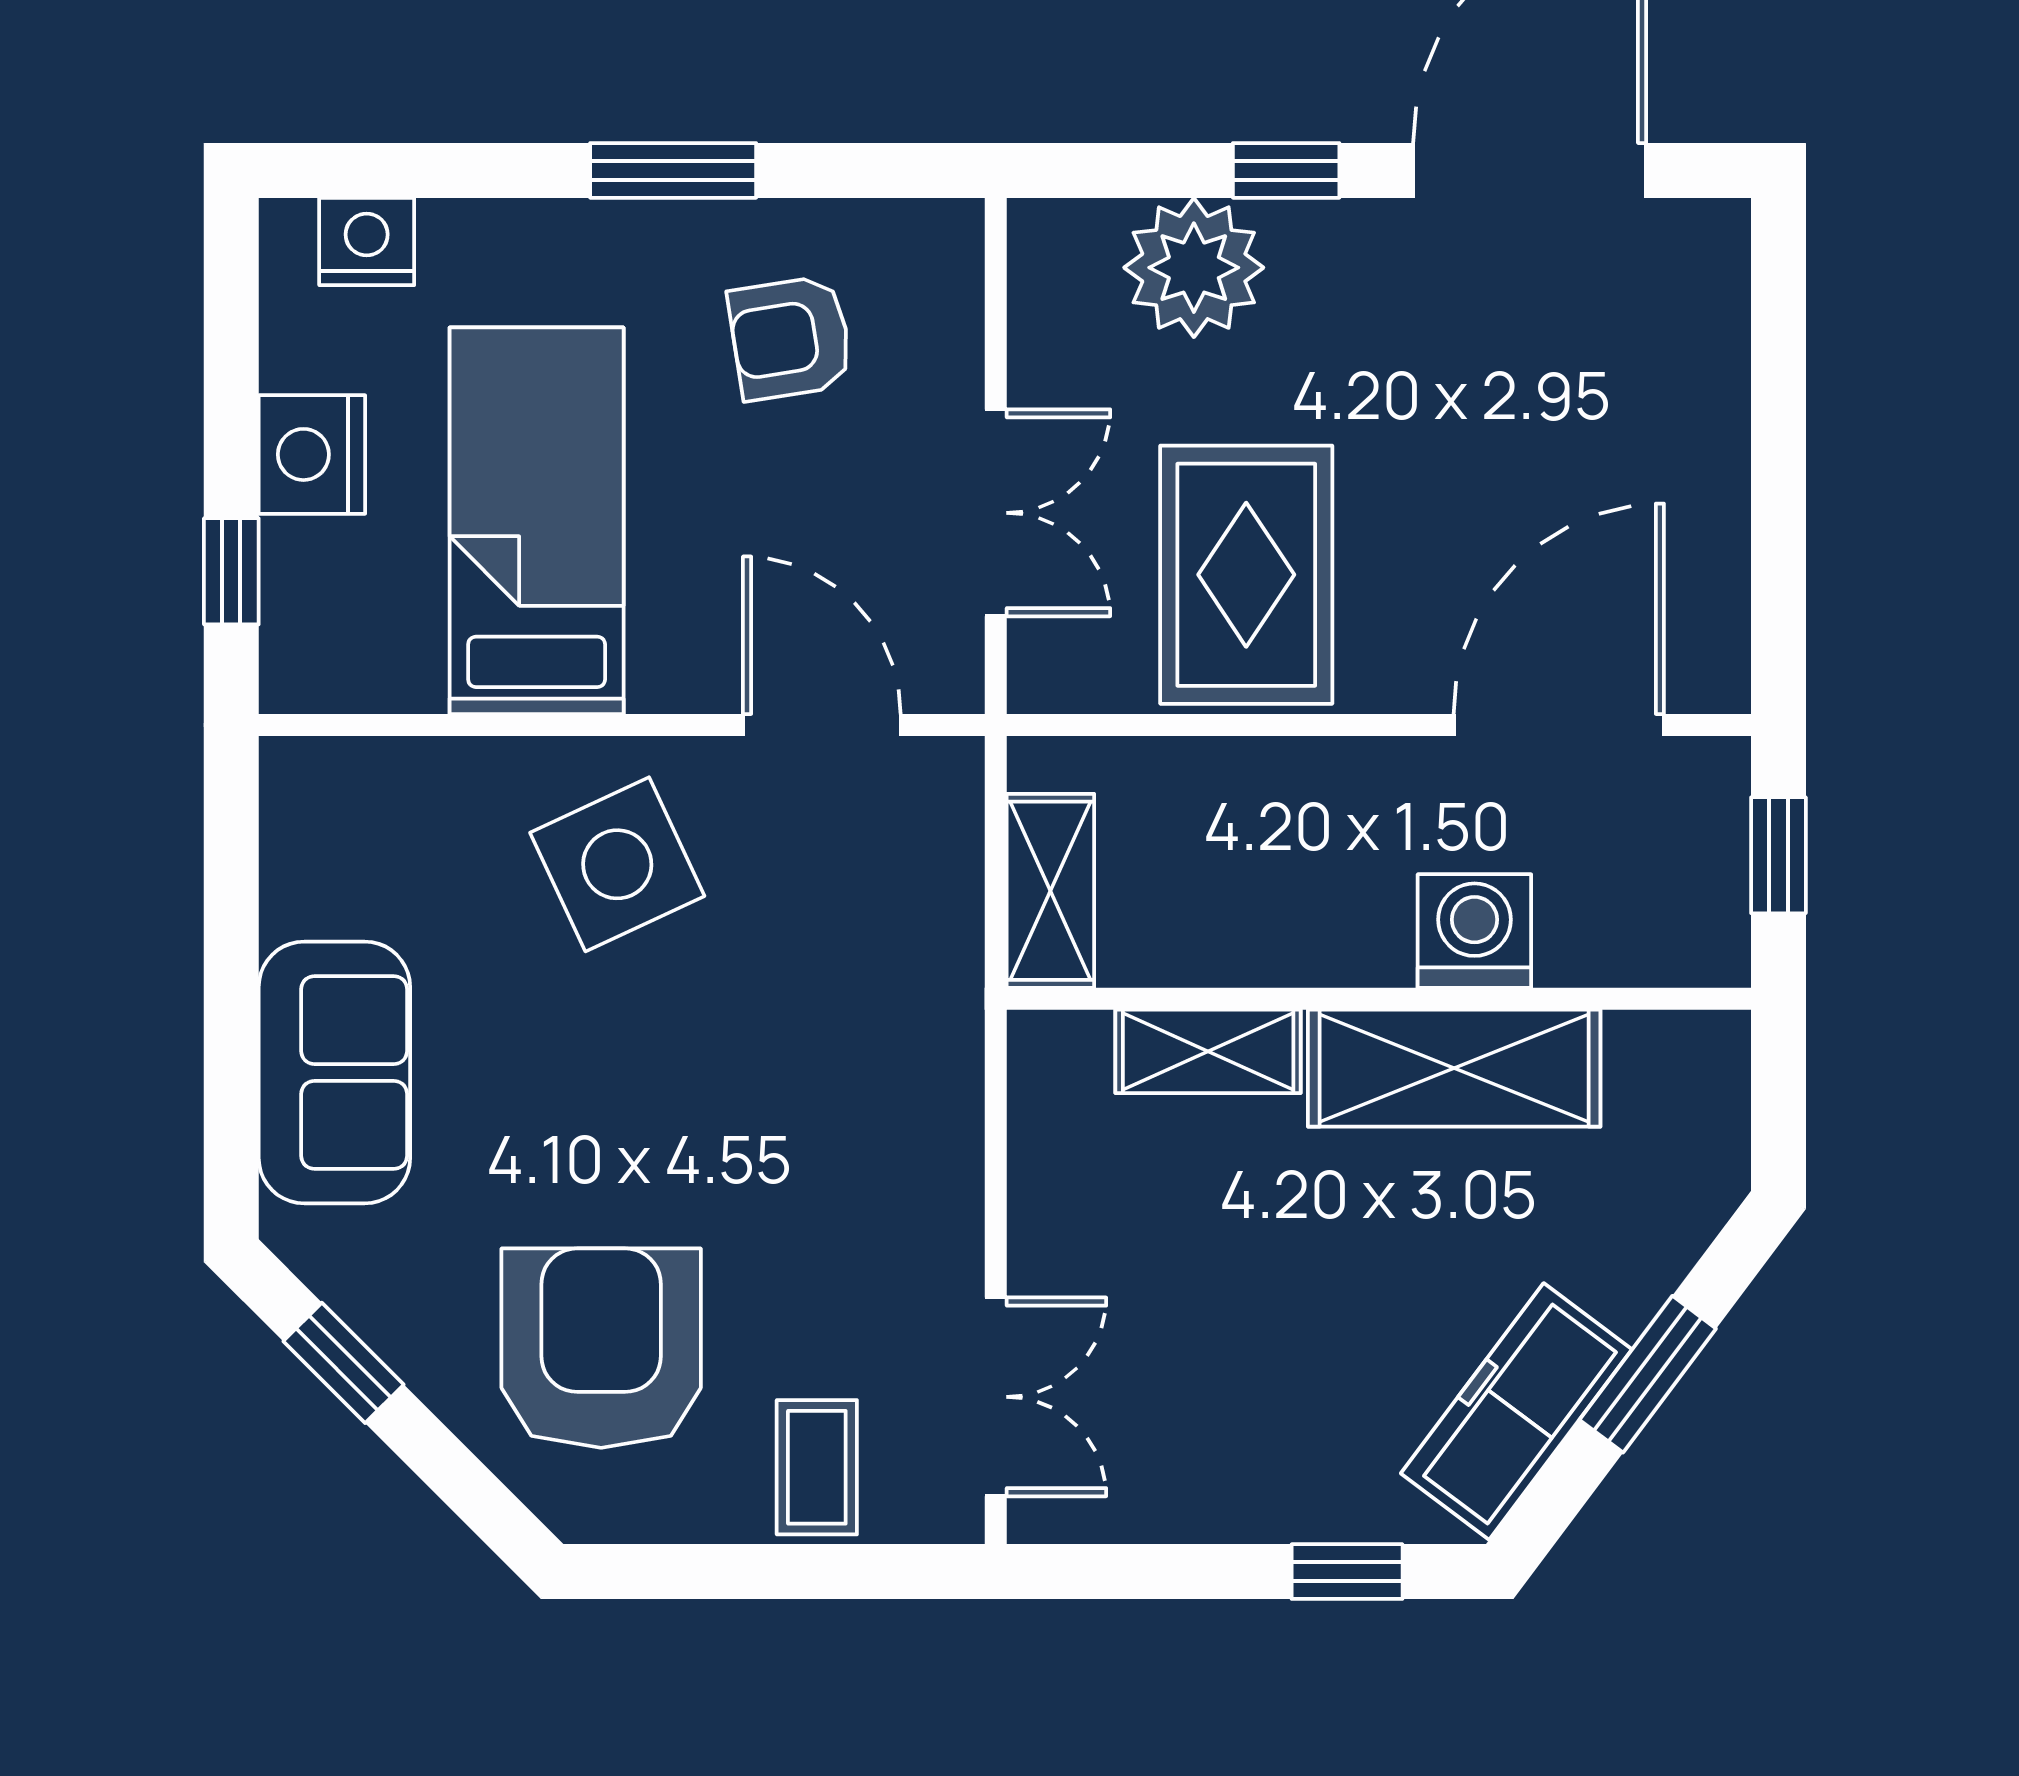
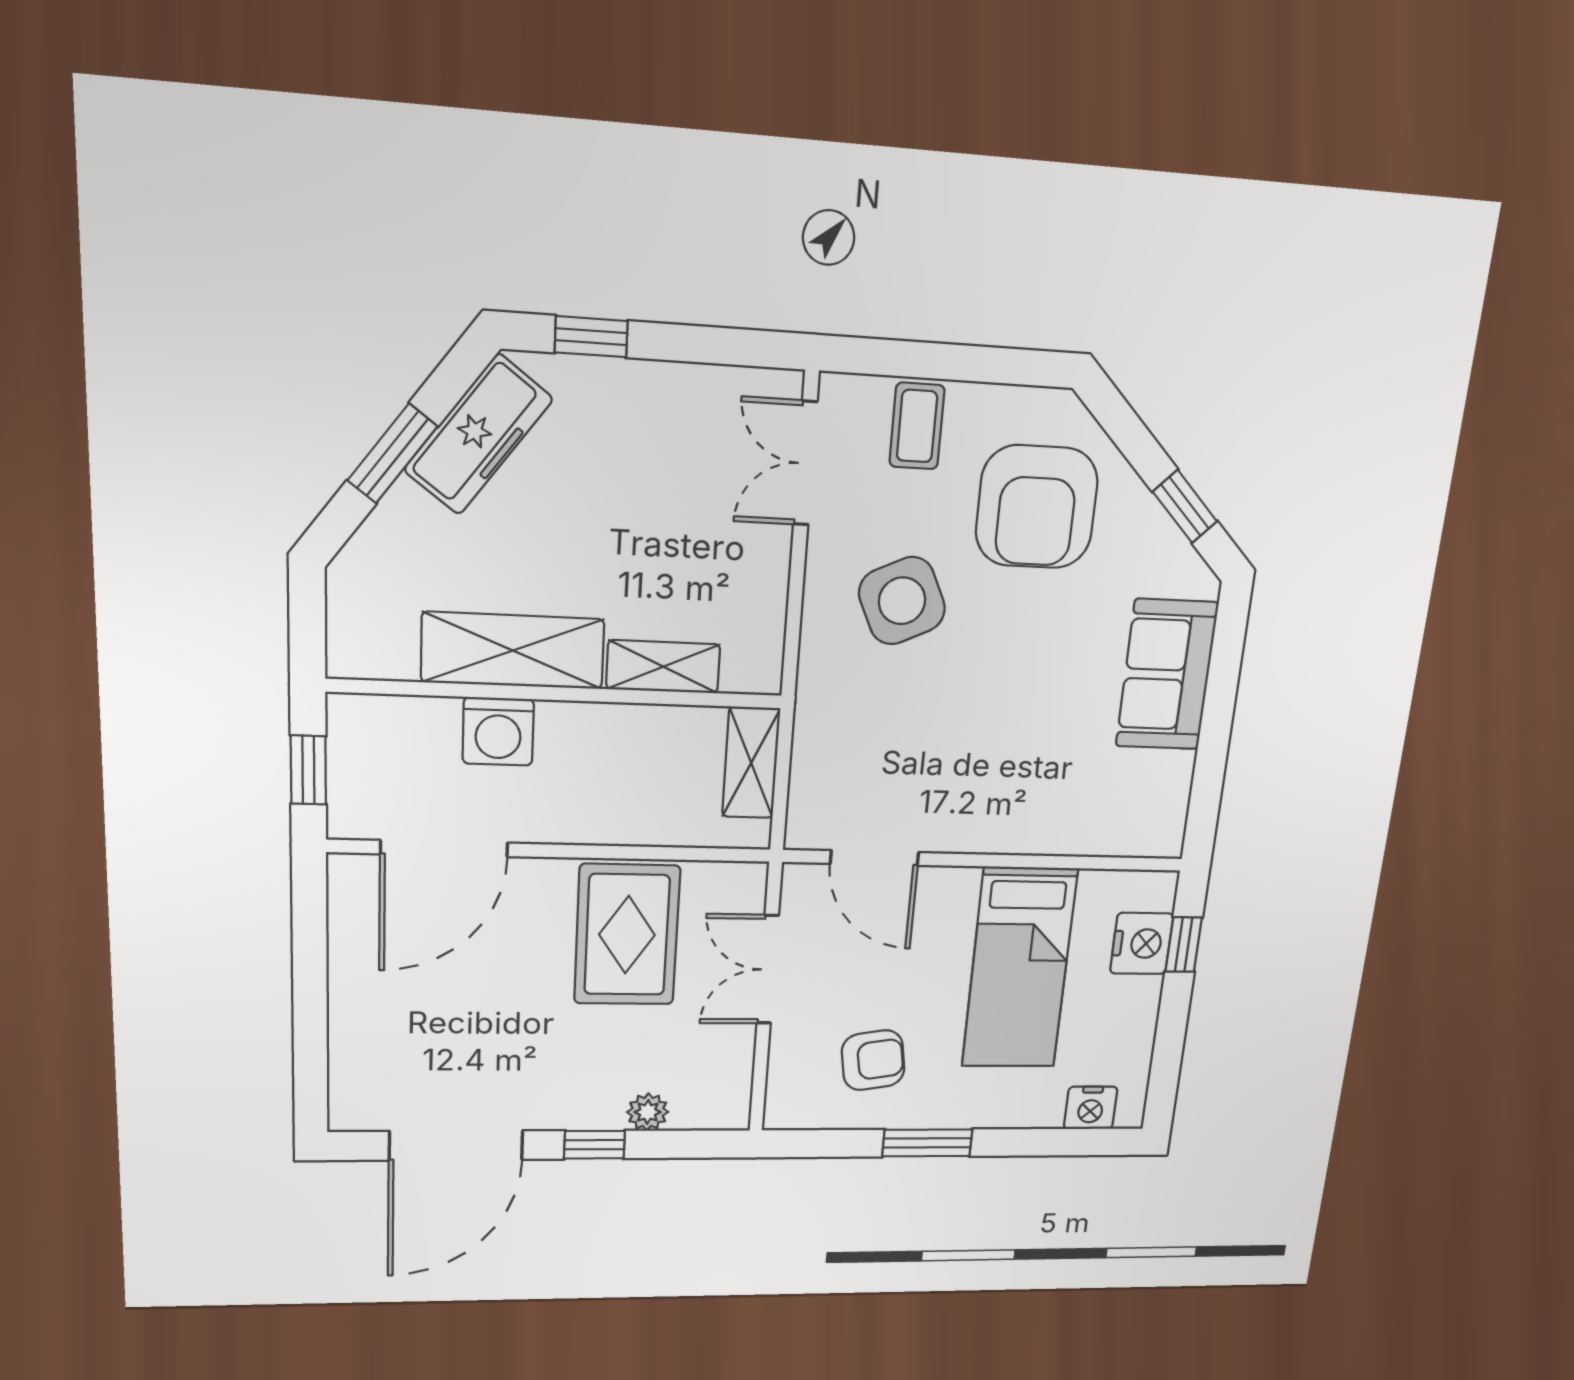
plant: (1194, 268) -> (648, 1112), width x0.53, depth x0.53
nightstand: (312, 454) -> (1142, 943), moved
side table: (617, 864) -> (902, 601), moved

